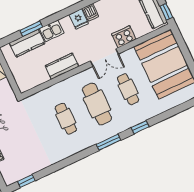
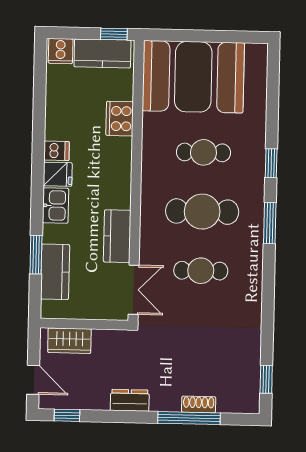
kitchen sink: (52, 31) -> (55, 206), moved
double door: (104, 57) -> (134, 290), moved

